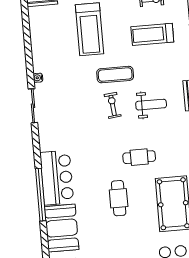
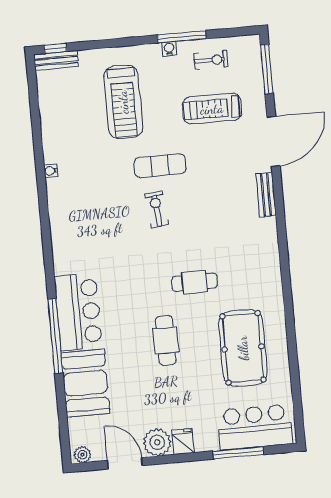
weight bench: (151, 105) -> (211, 208), removed
sliding door: (33, 106) -> (44, 210), removed

